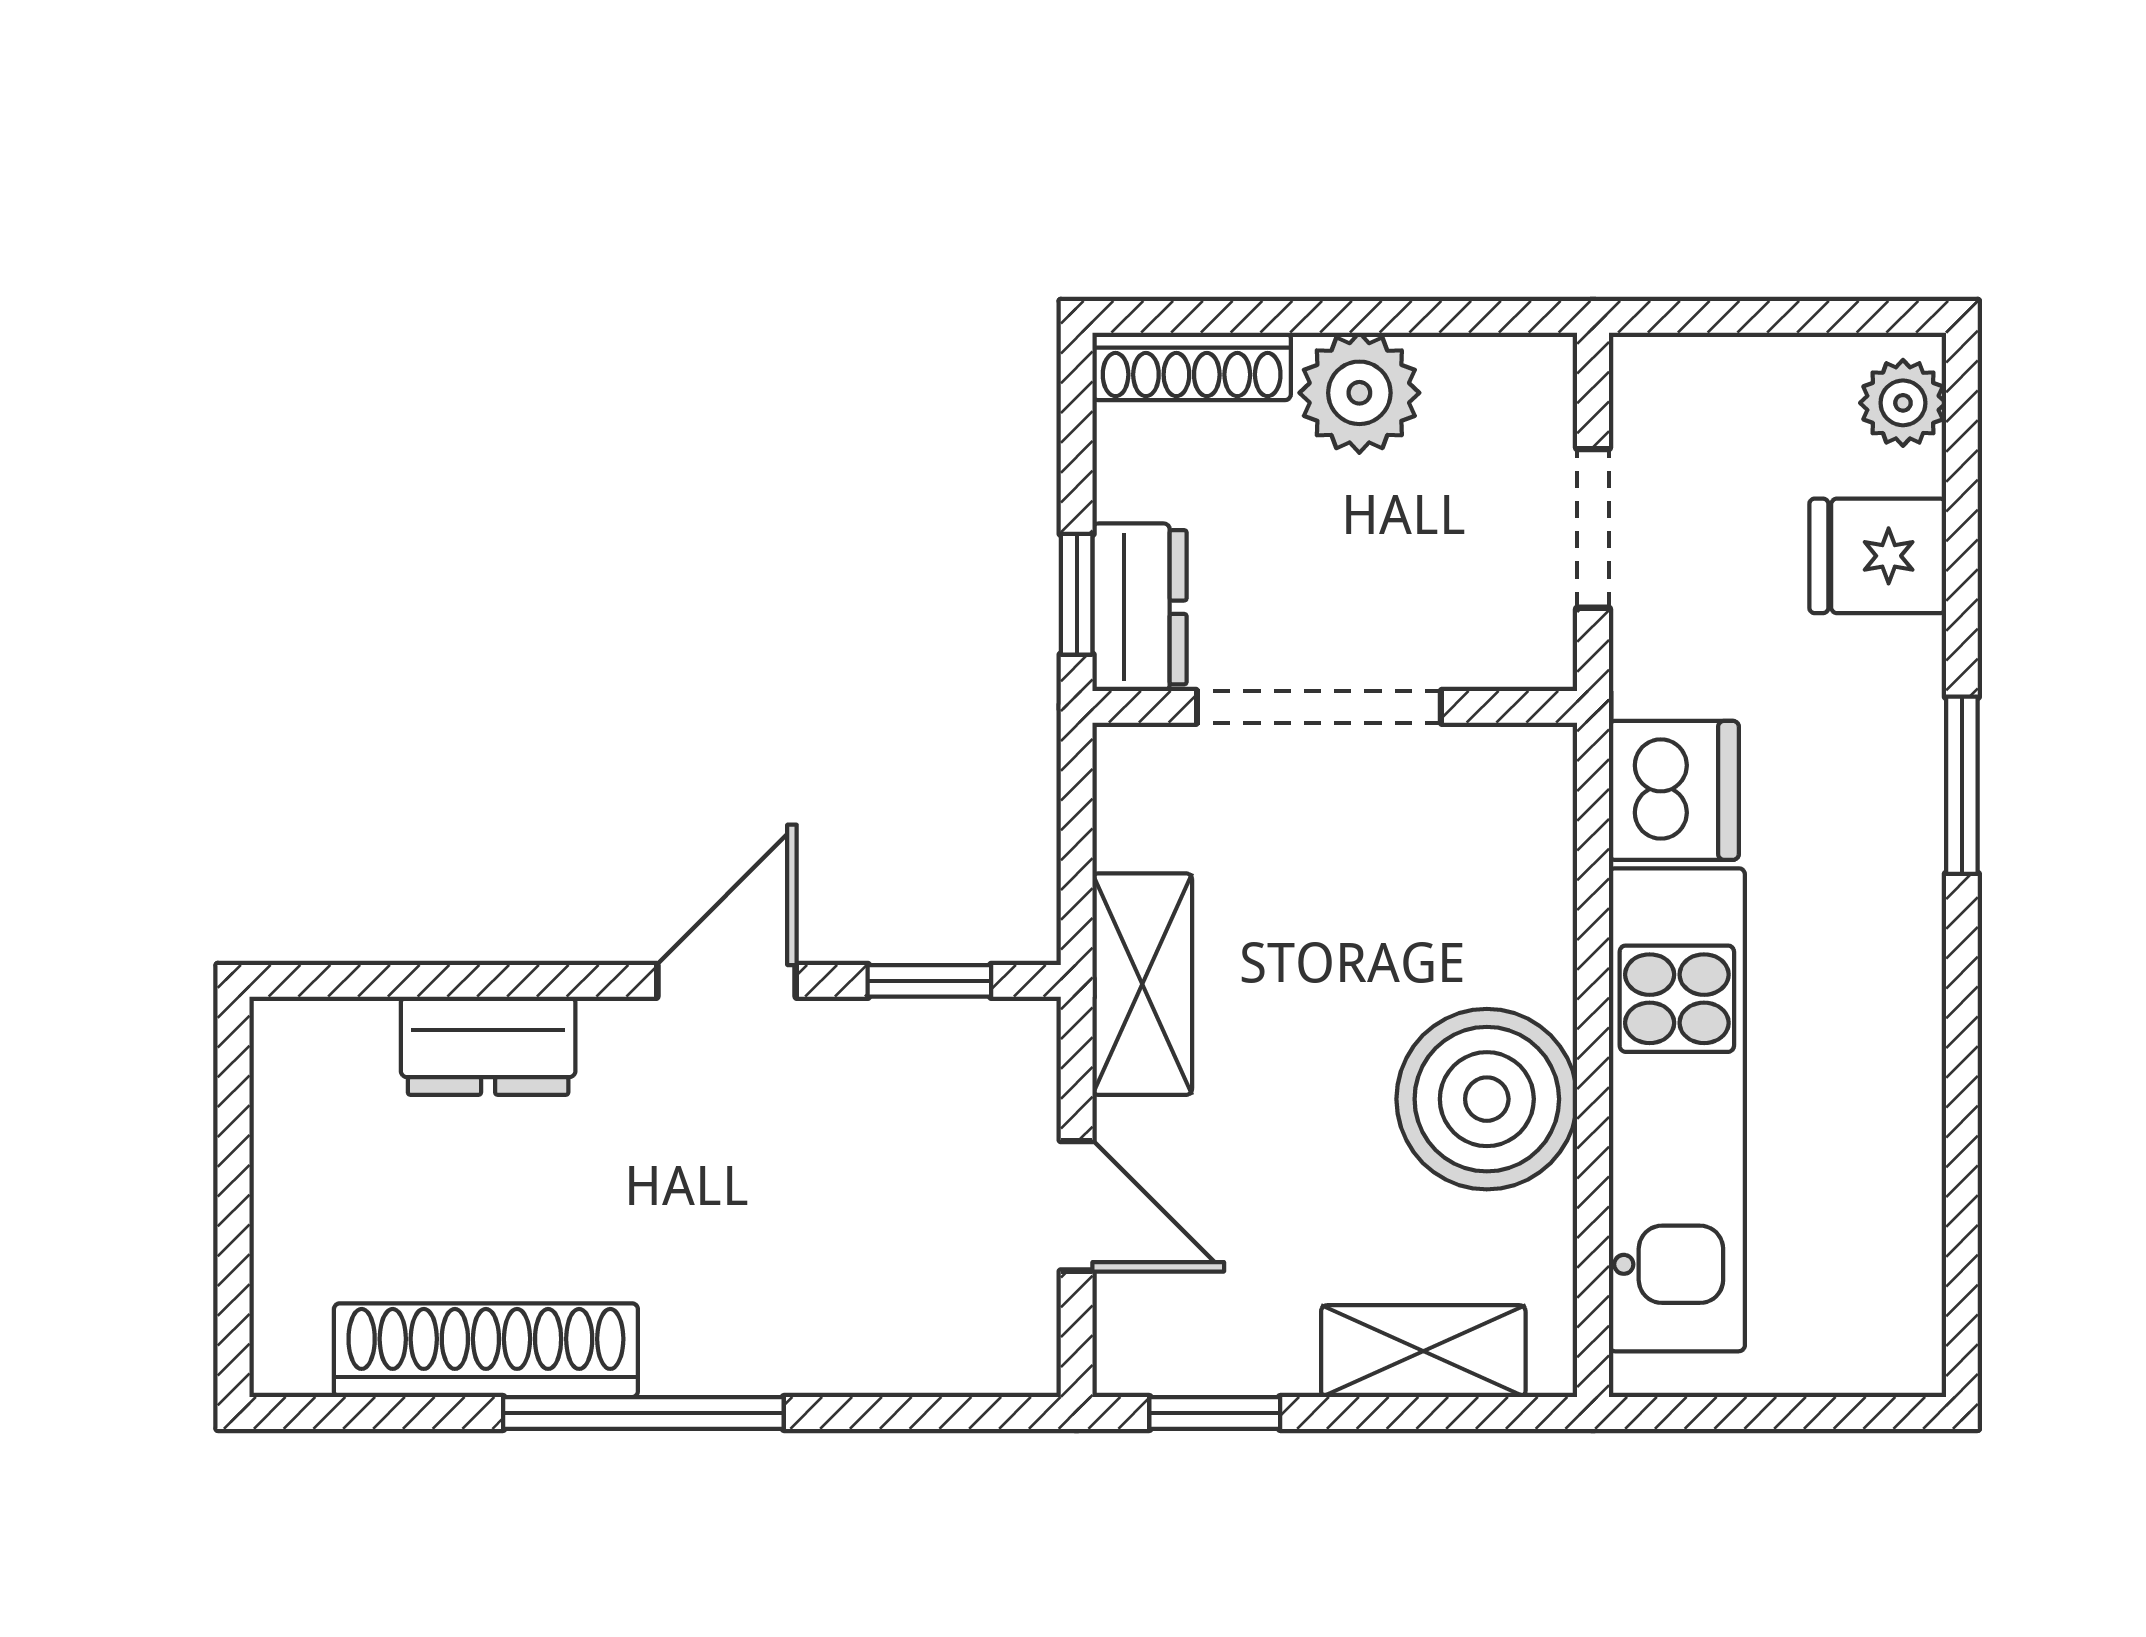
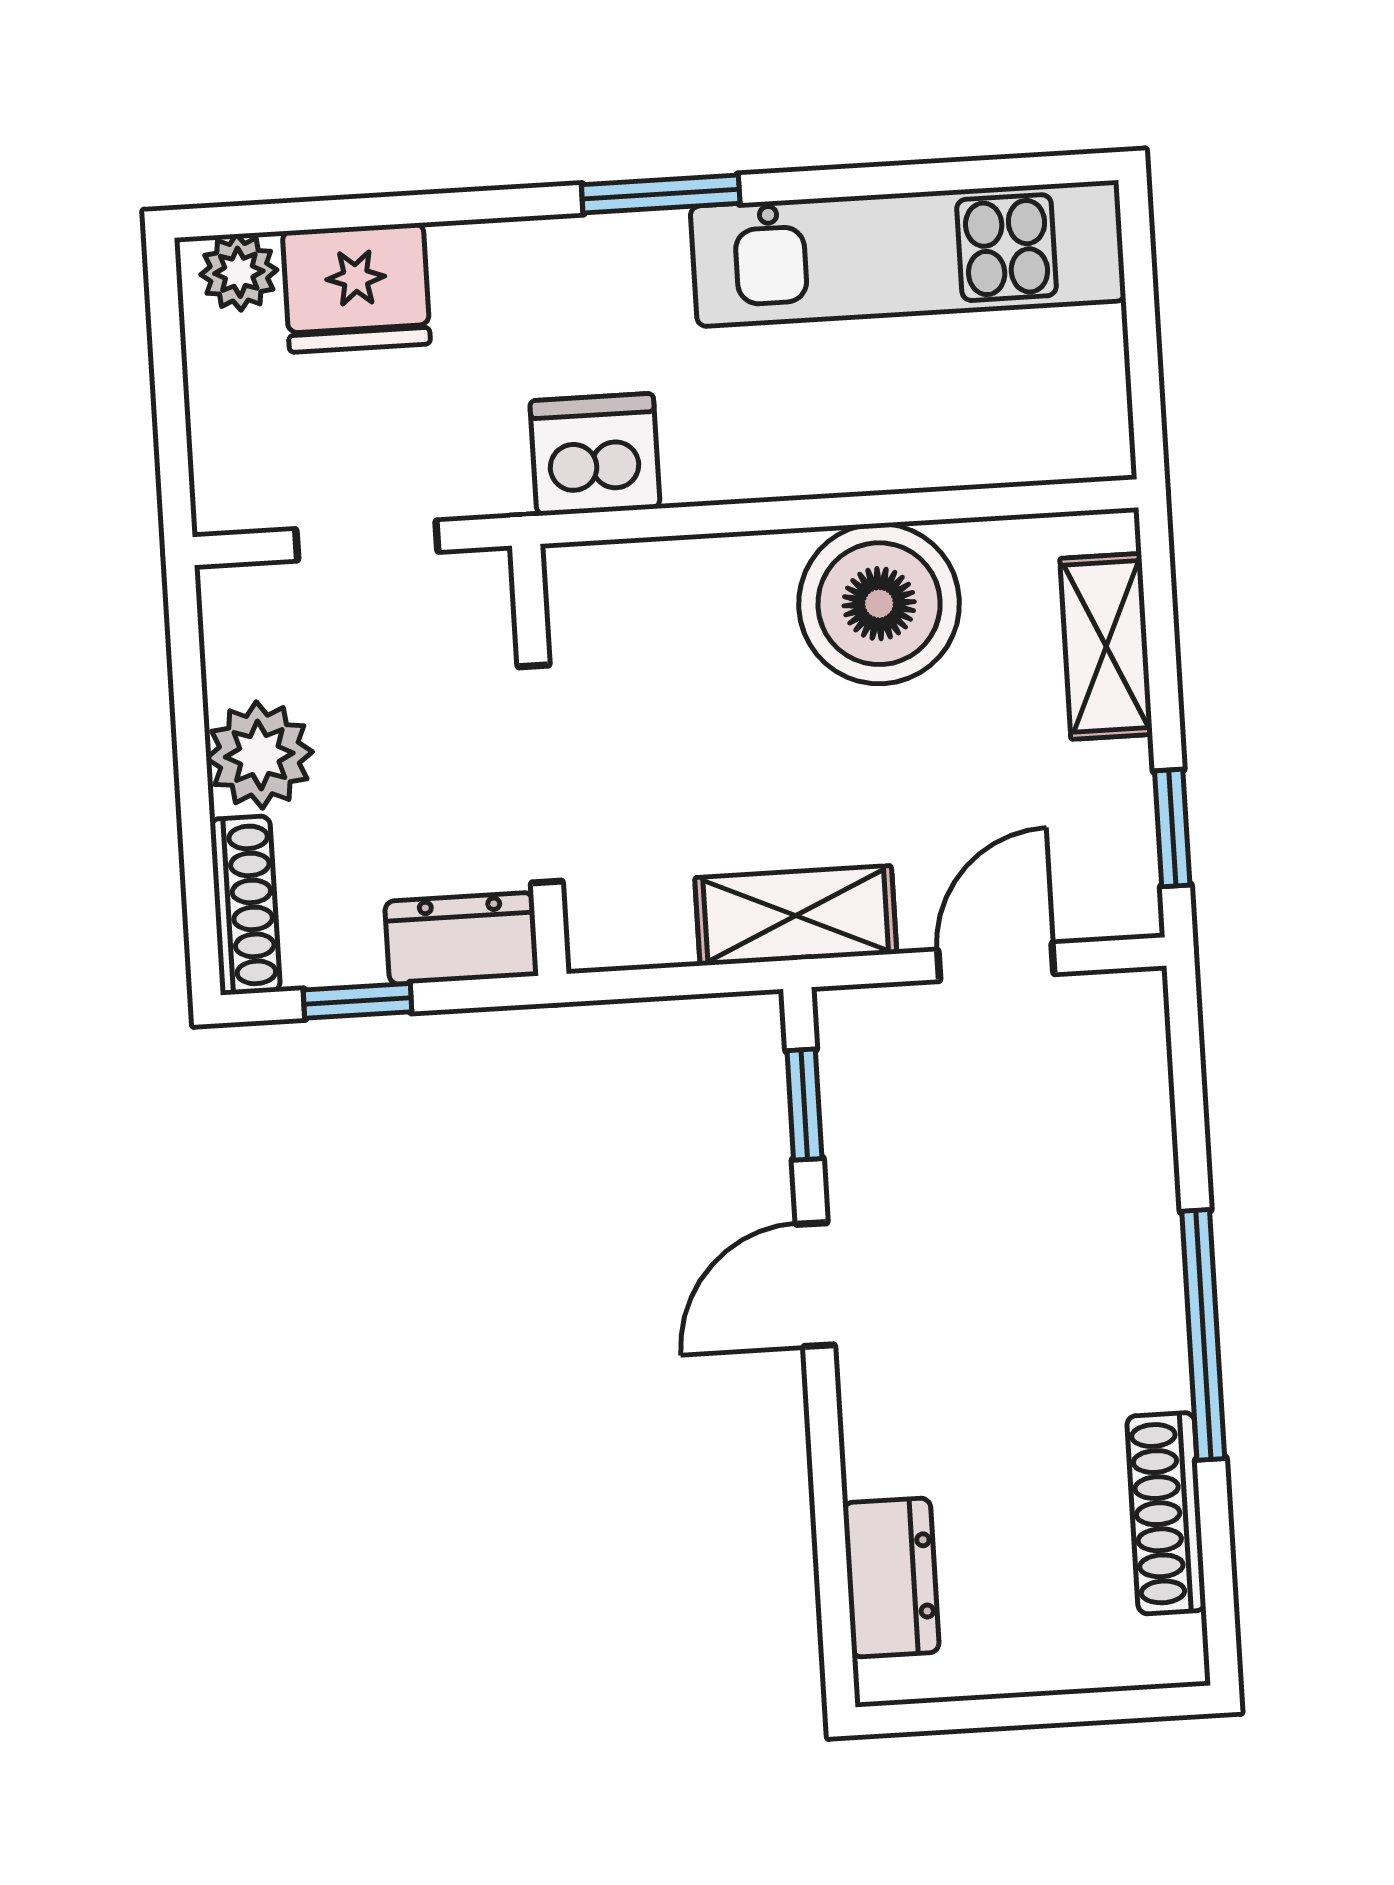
fridge: (1878, 556) -> (356, 288), width x1.38
window: (1077, 594) -> (358, 1001), moved
window: (1962, 785) -> (661, 194), moved
door: (727, 981) -> (815, 1285), hinge flipped
dresser: (488, 1046) -> (891, 1578), moved
kitchen unit: (1677, 1110) -> (908, 254), moved, turned 180
shoe rack: (486, 1350) -> (1166, 1513), width x0.74, depth x0.81

